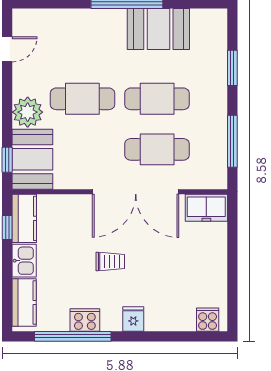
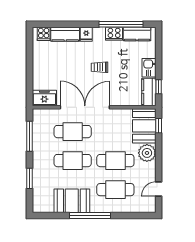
cafe table: (82, 48) -> (115, 190), added
kitchen counter: (24, 303) -> (137, 34), moved, turned -90
kitchen counter: (170, 319) -> (65, 34), added

